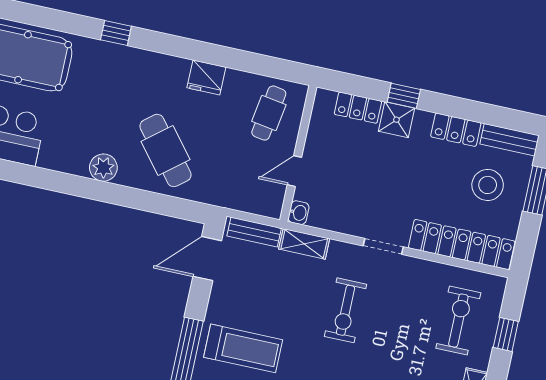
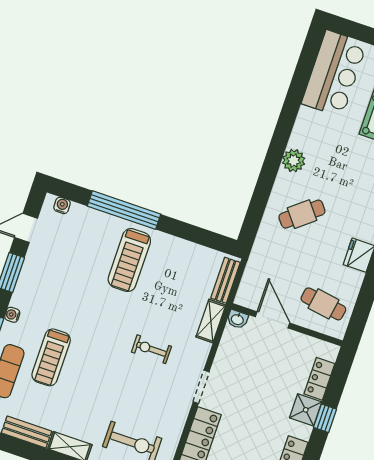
cafe table: (165, 150) -> (302, 214), width x0.73, depth x0.74
door: (294, 171) -> (273, 320), width x1.38
door: (207, 259) -> (208, 239), removed
exercise bike: (346, 310) -> (151, 349), width x0.73, depth x0.72

